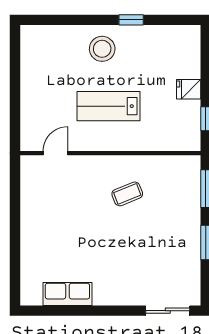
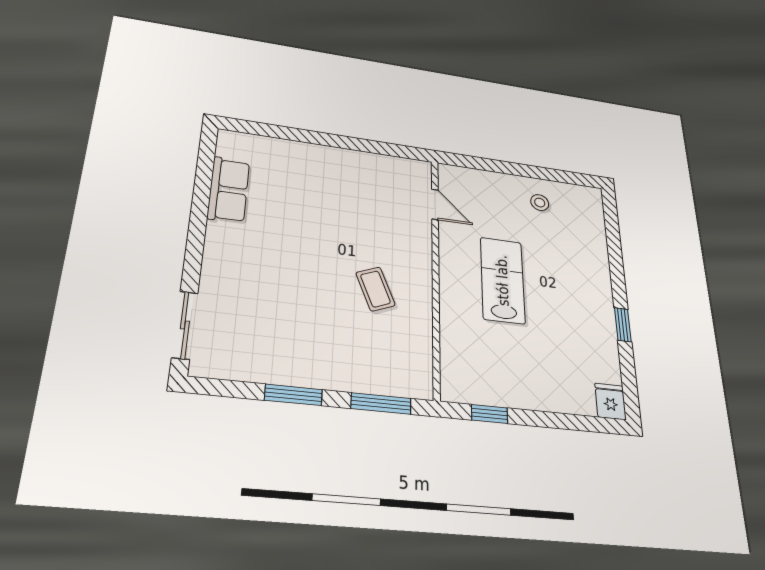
stool: (102, 49) -> (540, 203), moved, width x0.53, depth x0.53
fridge: (189, 89) -> (610, 401), moved

